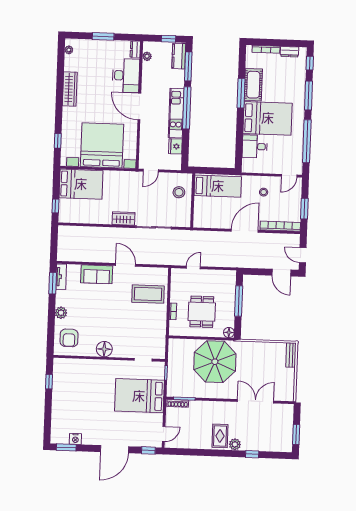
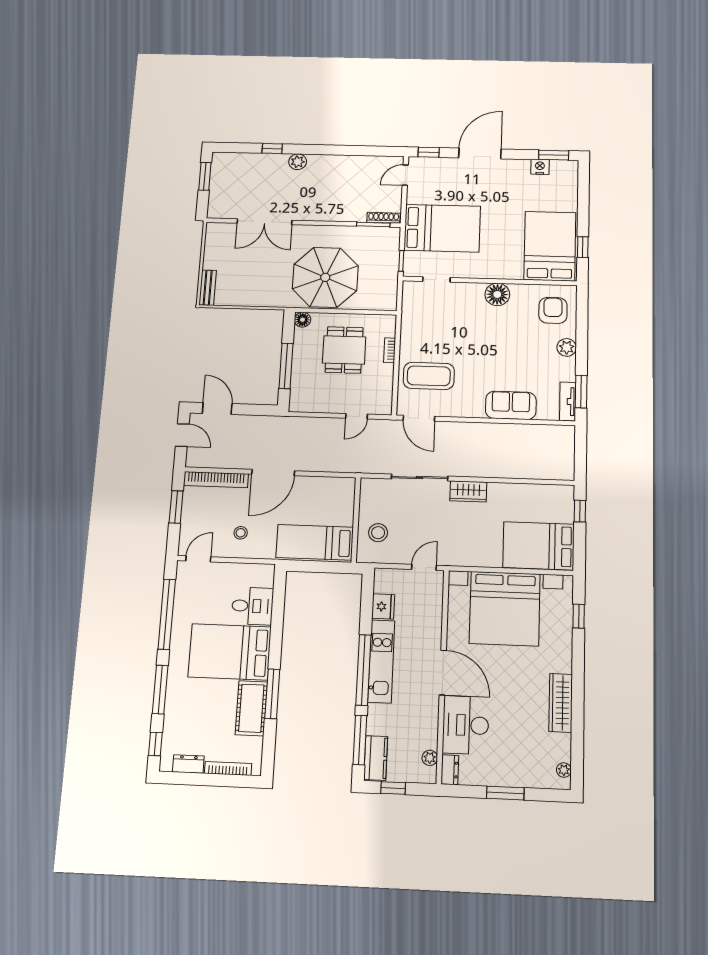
door: (126, 265) -> (419, 418), moved
bed: (70, 382) -> (550, 246), added
rug: (220, 436) -> (320, 173), removed

